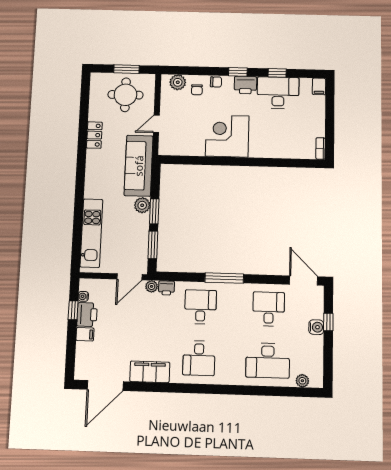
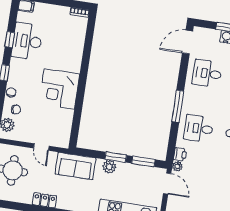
printer: (245, 85) -> (17, 68), removed
sofa: (139, 166) -> (75, 166), width x0.73

